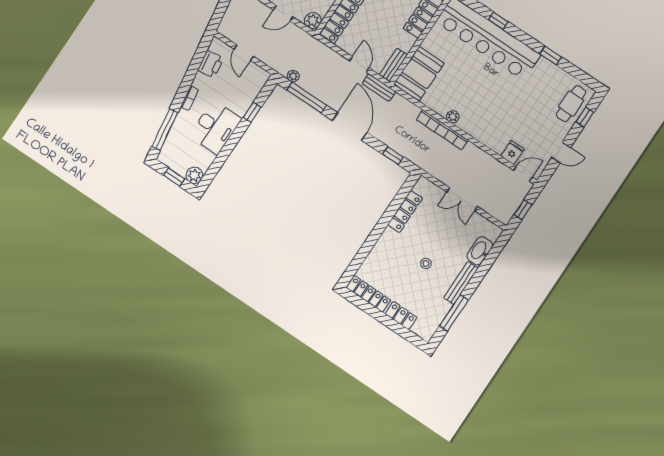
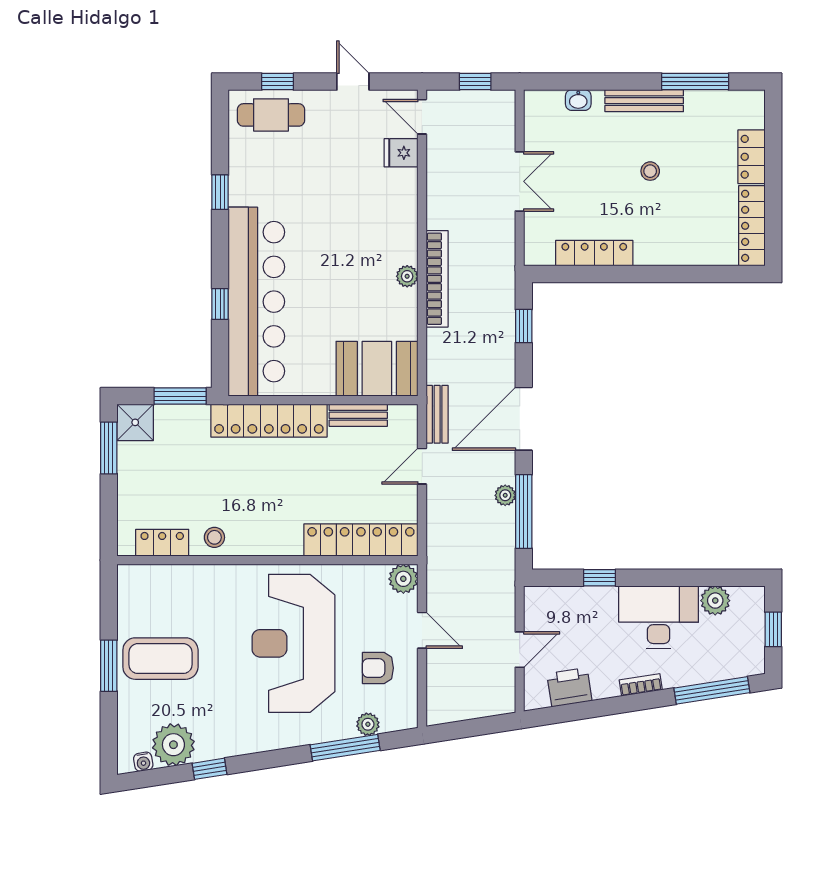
bench: (393, 65) -> (358, 415), moved
plant: (293, 76) -> (505, 495), moved
plant: (194, 175) -> (715, 601), moved
washbasin: (480, 251) -> (578, 100), width x0.52, depth x0.69

